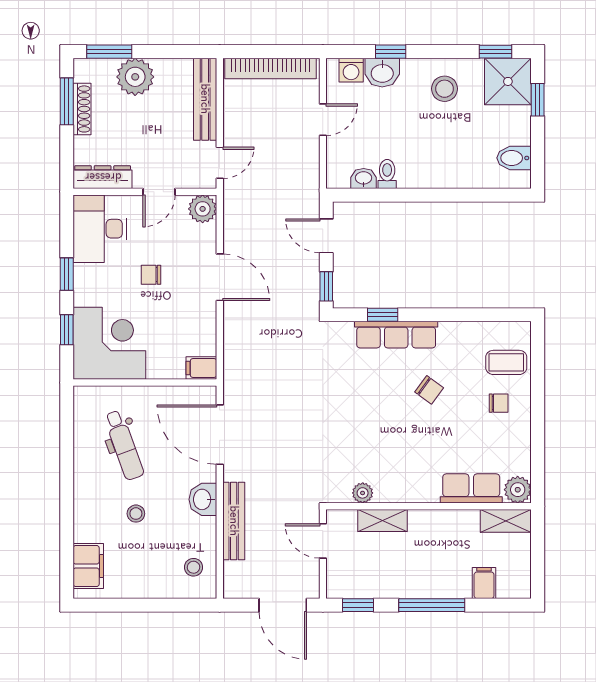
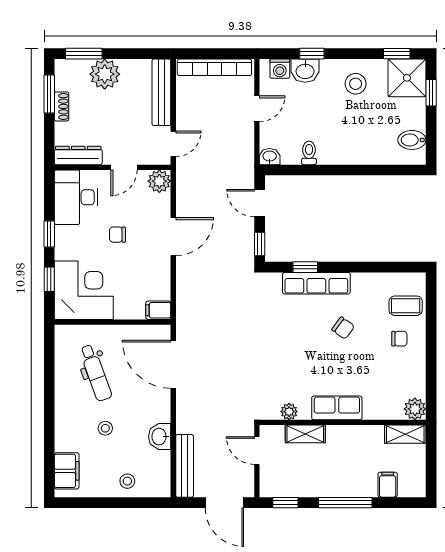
shoe rack: (82, 109) -> (62, 106), width x0.70
washbasin: (364, 178) -> (270, 157), moved
door: (220, 277) -> (173, 237), hinge flipped
row of seats: (471, 488) -> (337, 408), moved
washbasin: (203, 499) -> (160, 437), moved
bench: (234, 521) -> (185, 466), moved
stool: (193, 567) -> (127, 481), moved

